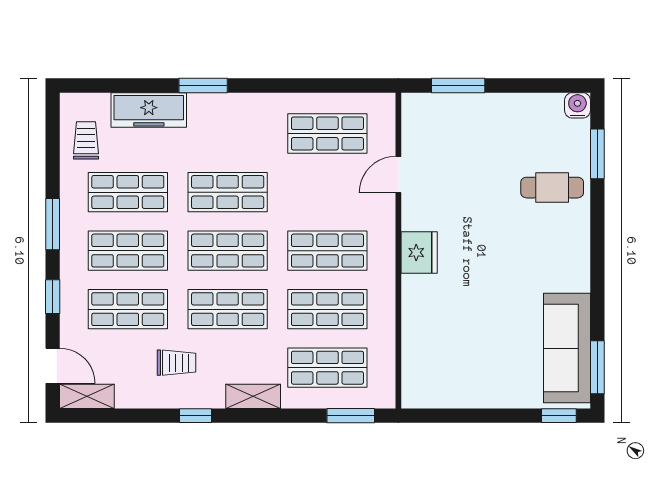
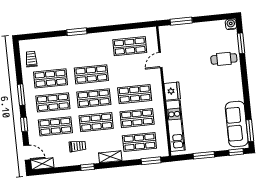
freezer: (149, 110) -> (56, 44), removed
kitchen unit: (419, 337) -> (175, 126), added
window: (480, 416) -> (204, 155), added

